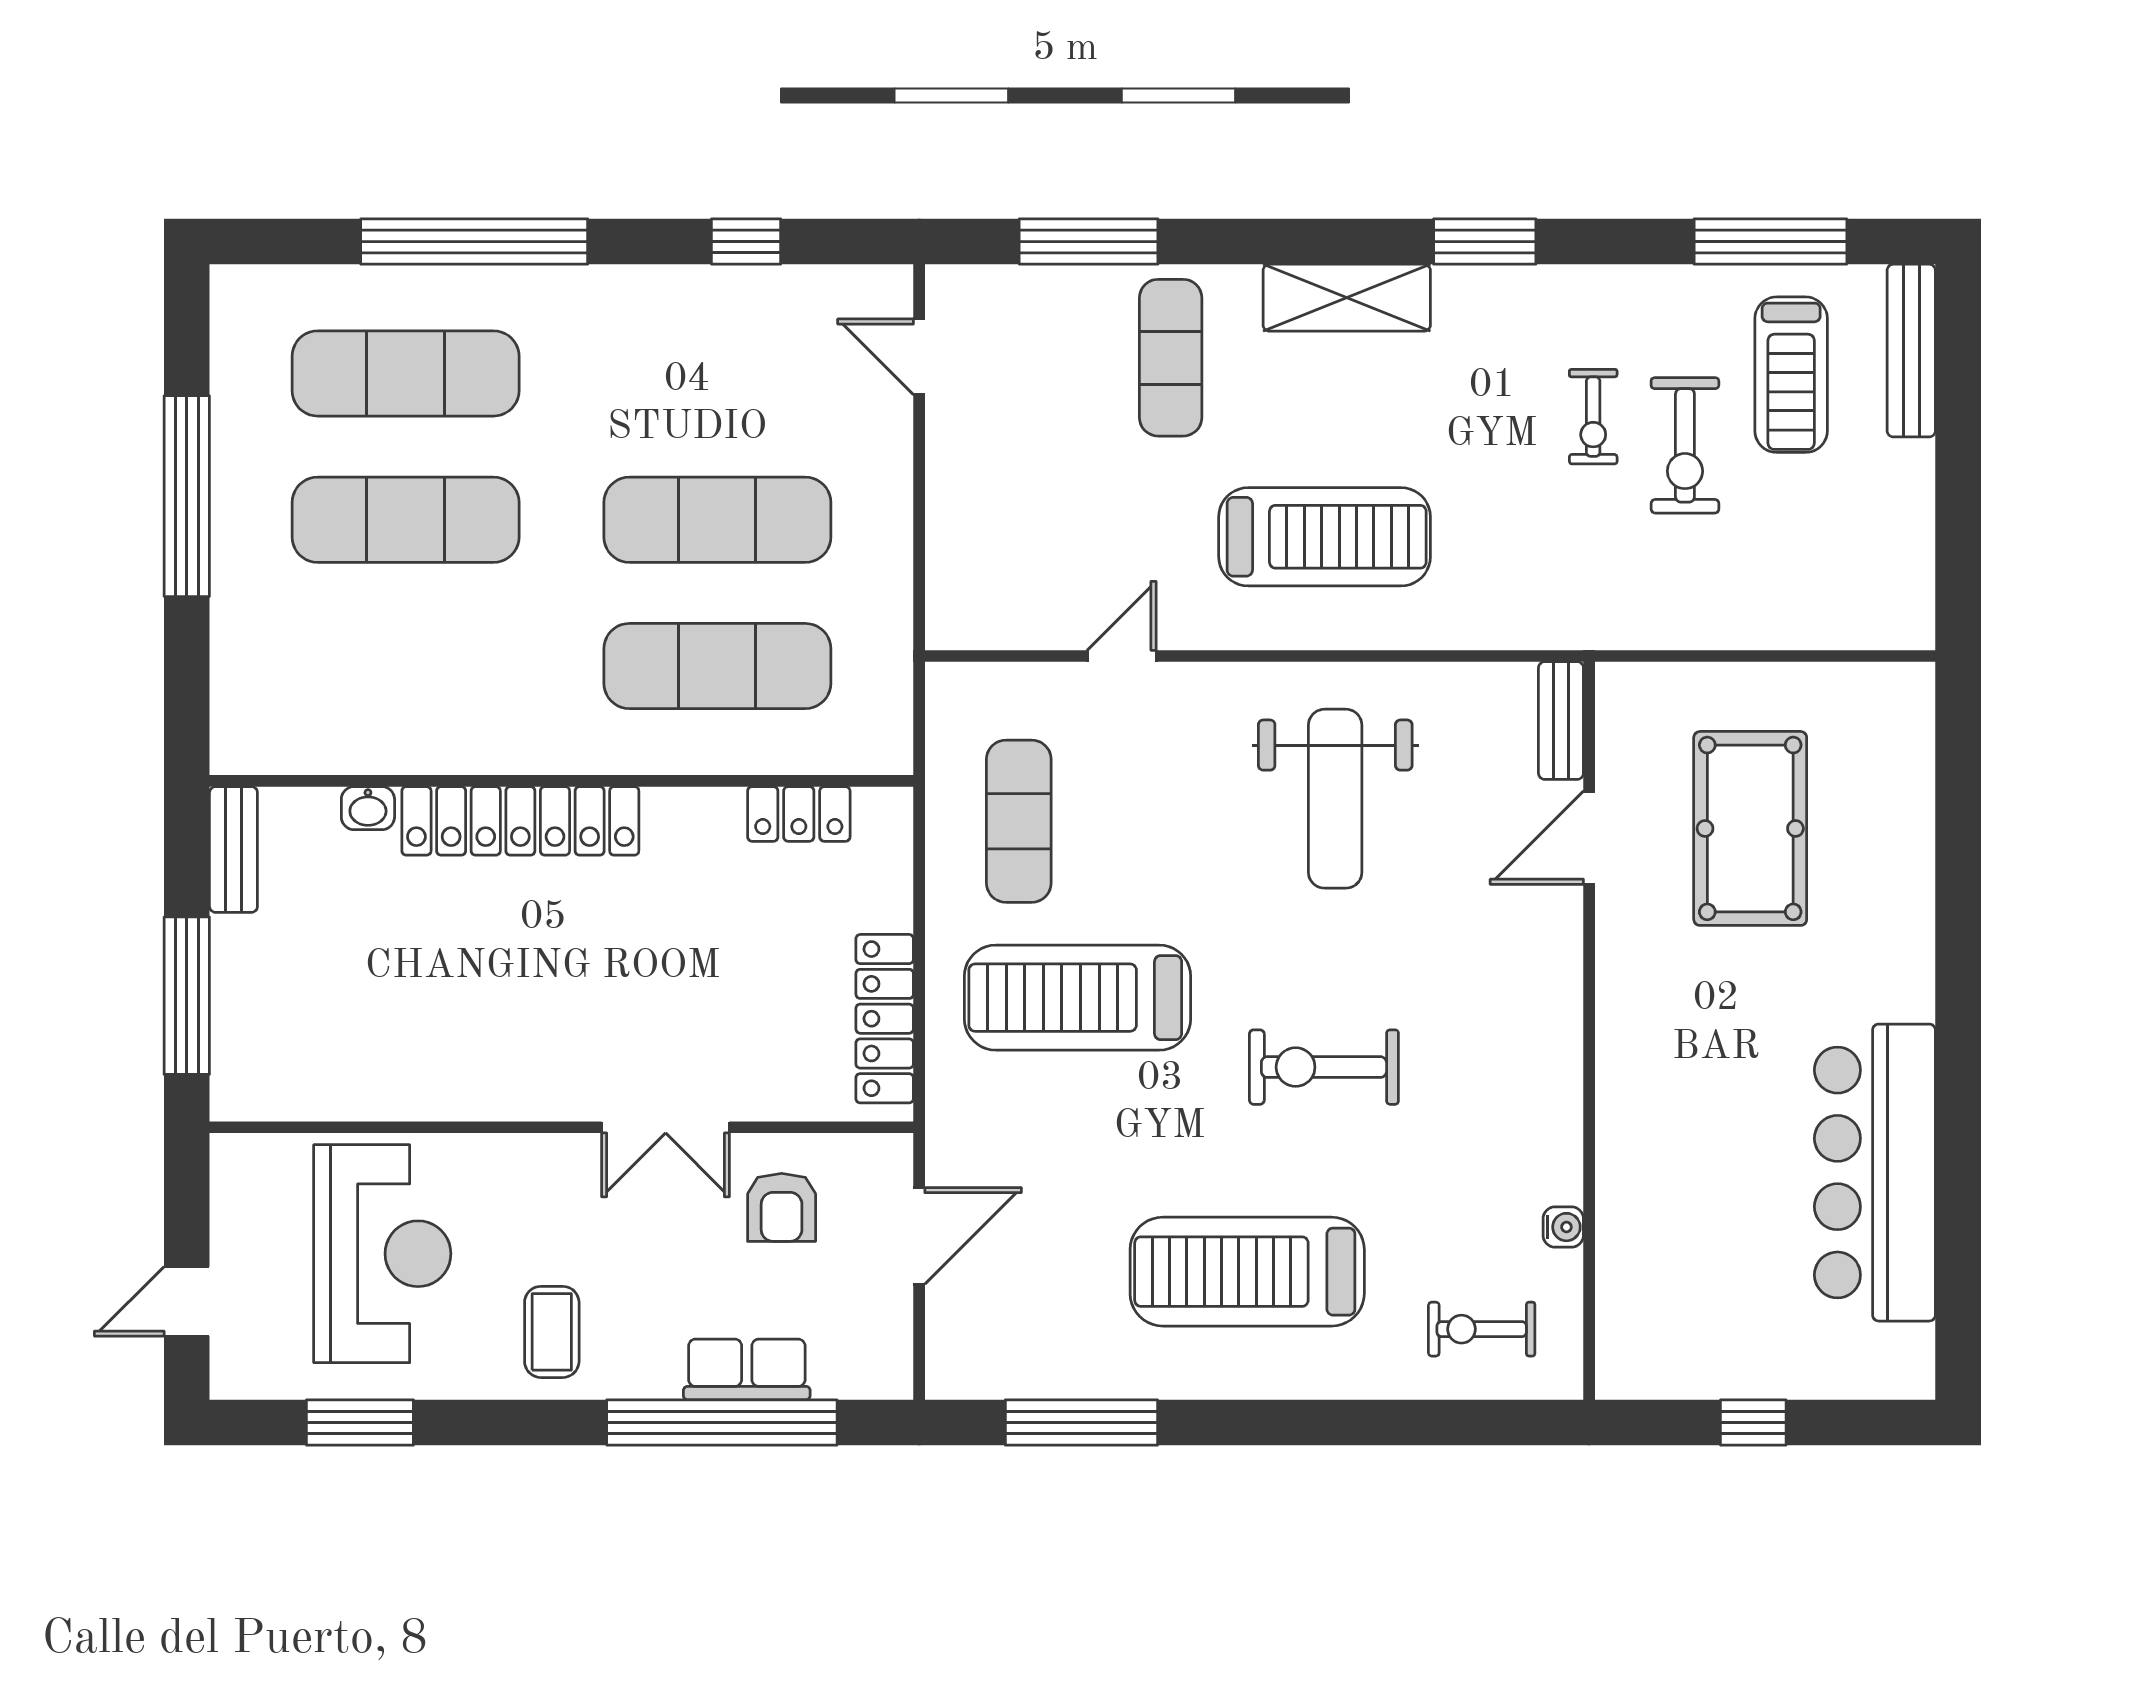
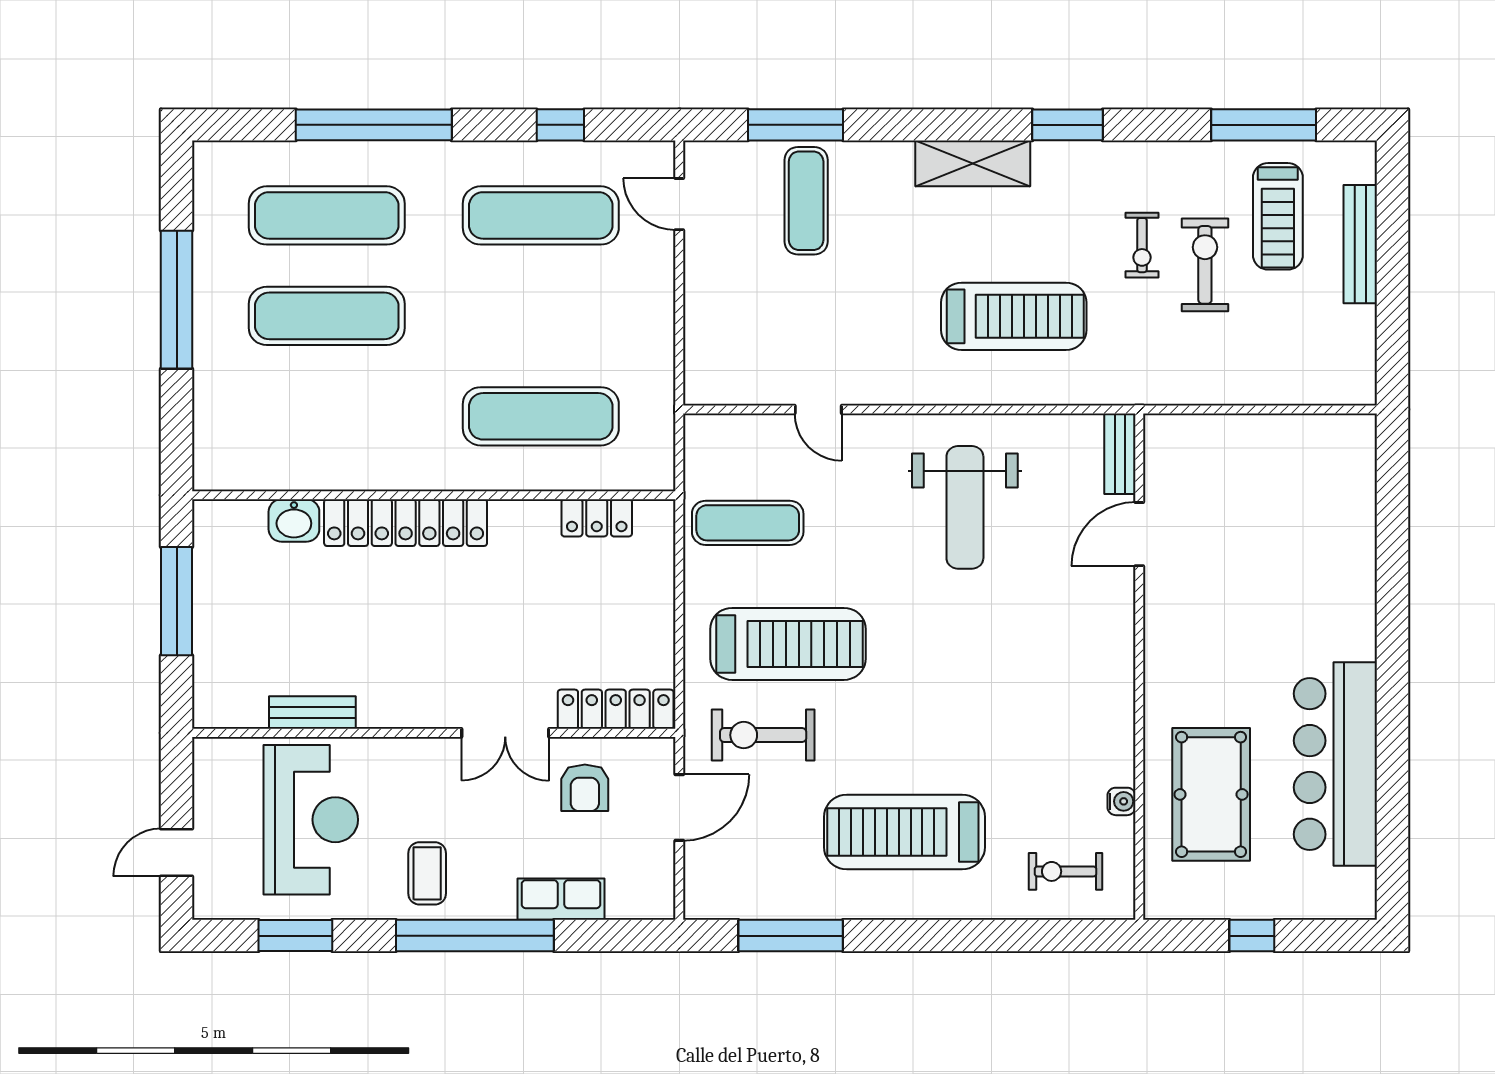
bench: (1911, 351) -> (1360, 244), moved
exercise mat: (1171, 358) -> (806, 201), moved
exercise bike: (1685, 445) -> (1205, 265), turned 180
exercise mat: (717, 520) -> (541, 215), moved
treadmill: (1325, 537) -> (1014, 316), moved
door: (1122, 656) -> (818, 409), swing flipped
washbasin: (368, 808) -> (294, 520), width x1.38, depth x1.45
exercise mat: (1019, 821) -> (748, 523), turned 90
pool table: (1750, 828) -> (1211, 794), moved
bench: (233, 849) -> (312, 713), moved, turned 90
window: (187, 996) -> (177, 601), moved
treadmill: (1077, 998) -> (788, 644), turned 180
locker: (885, 1019) -> (616, 709), moved, turned 90
exercise bike: (1324, 1067) -> (763, 735), moved
window: (722, 1422) -> (475, 936), moved

